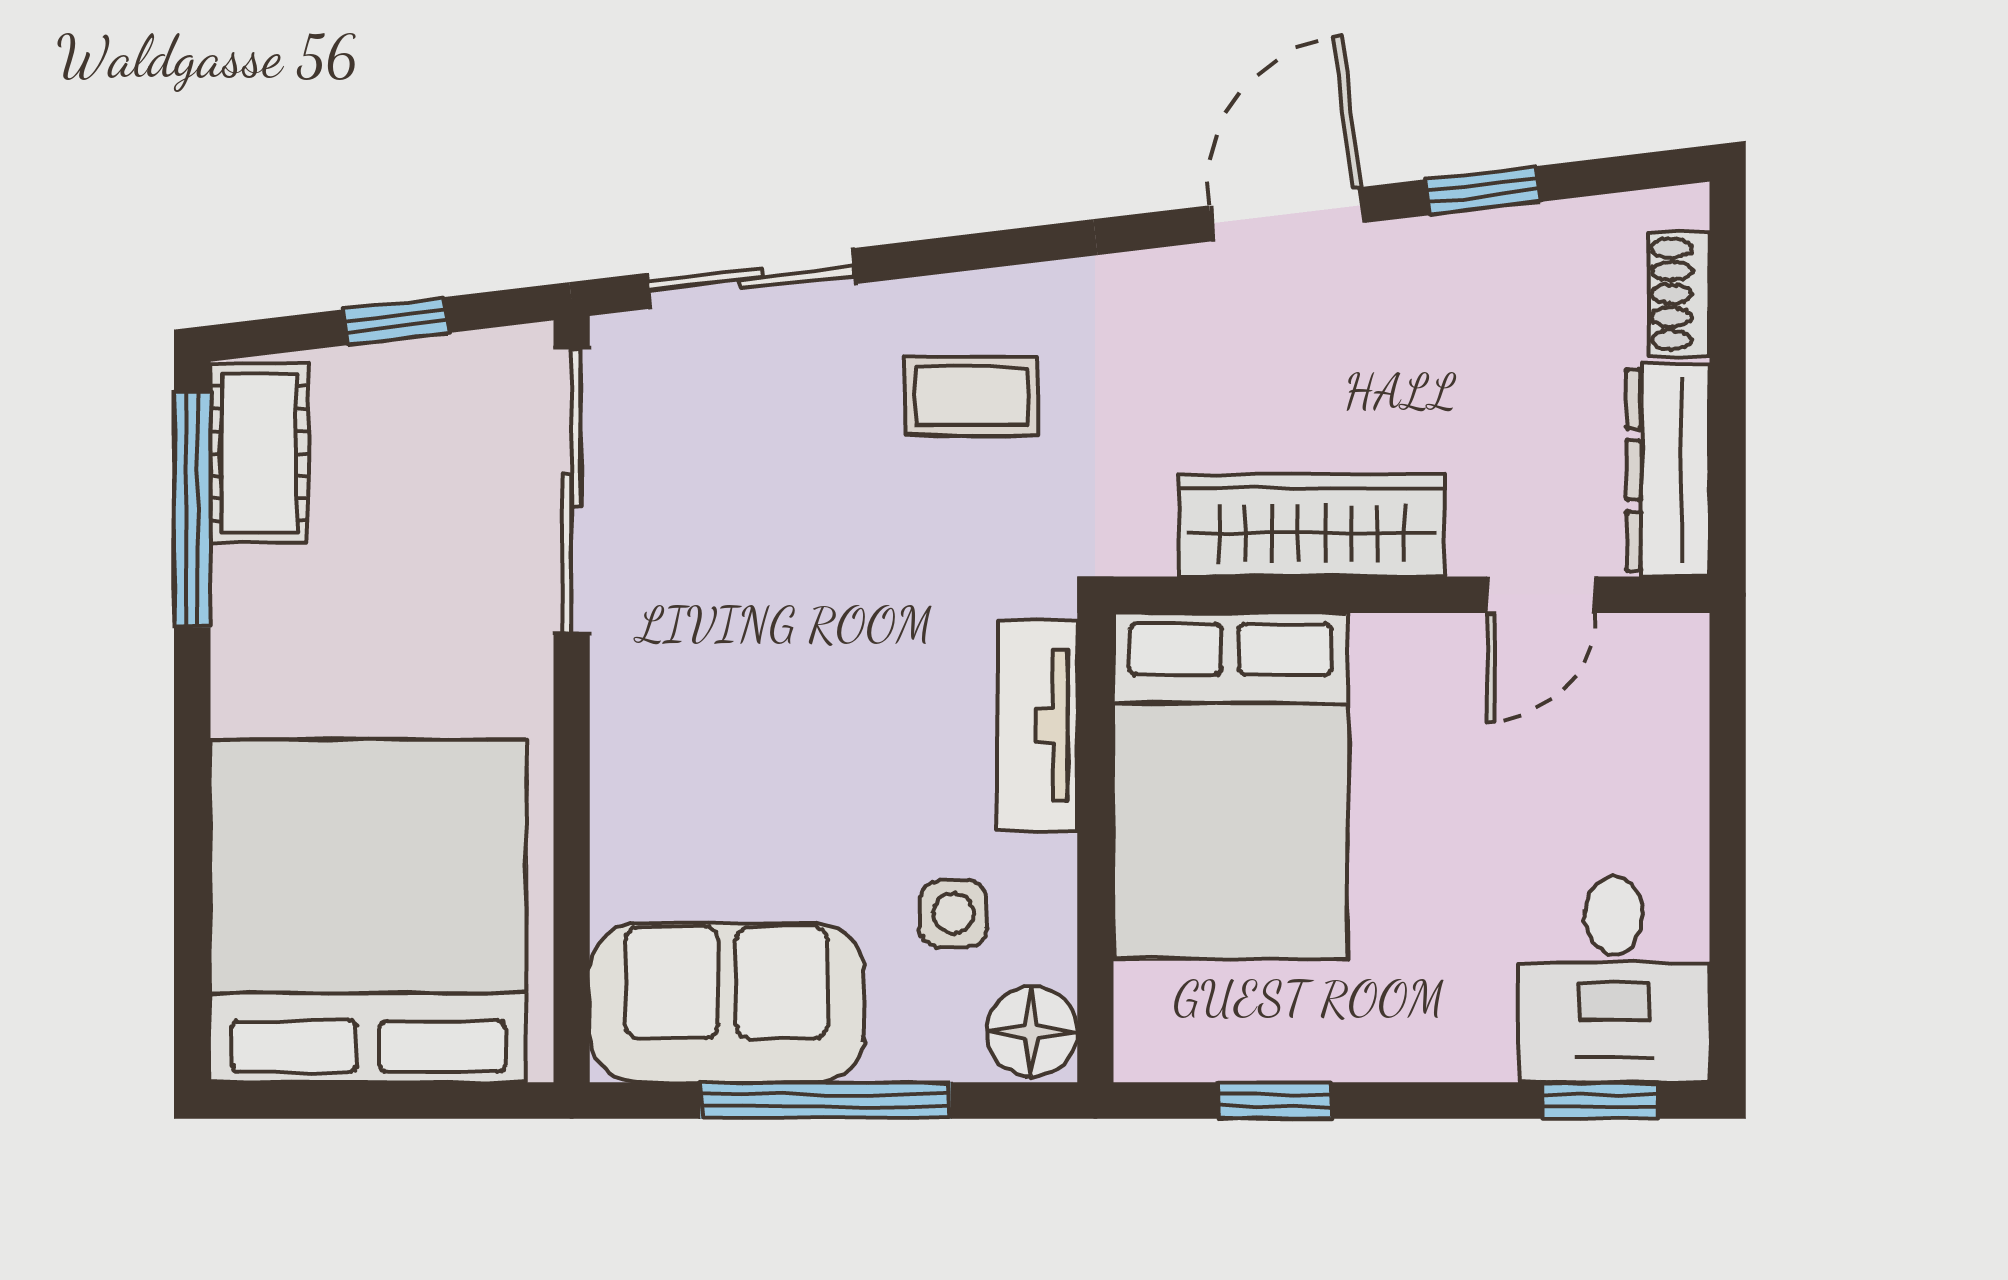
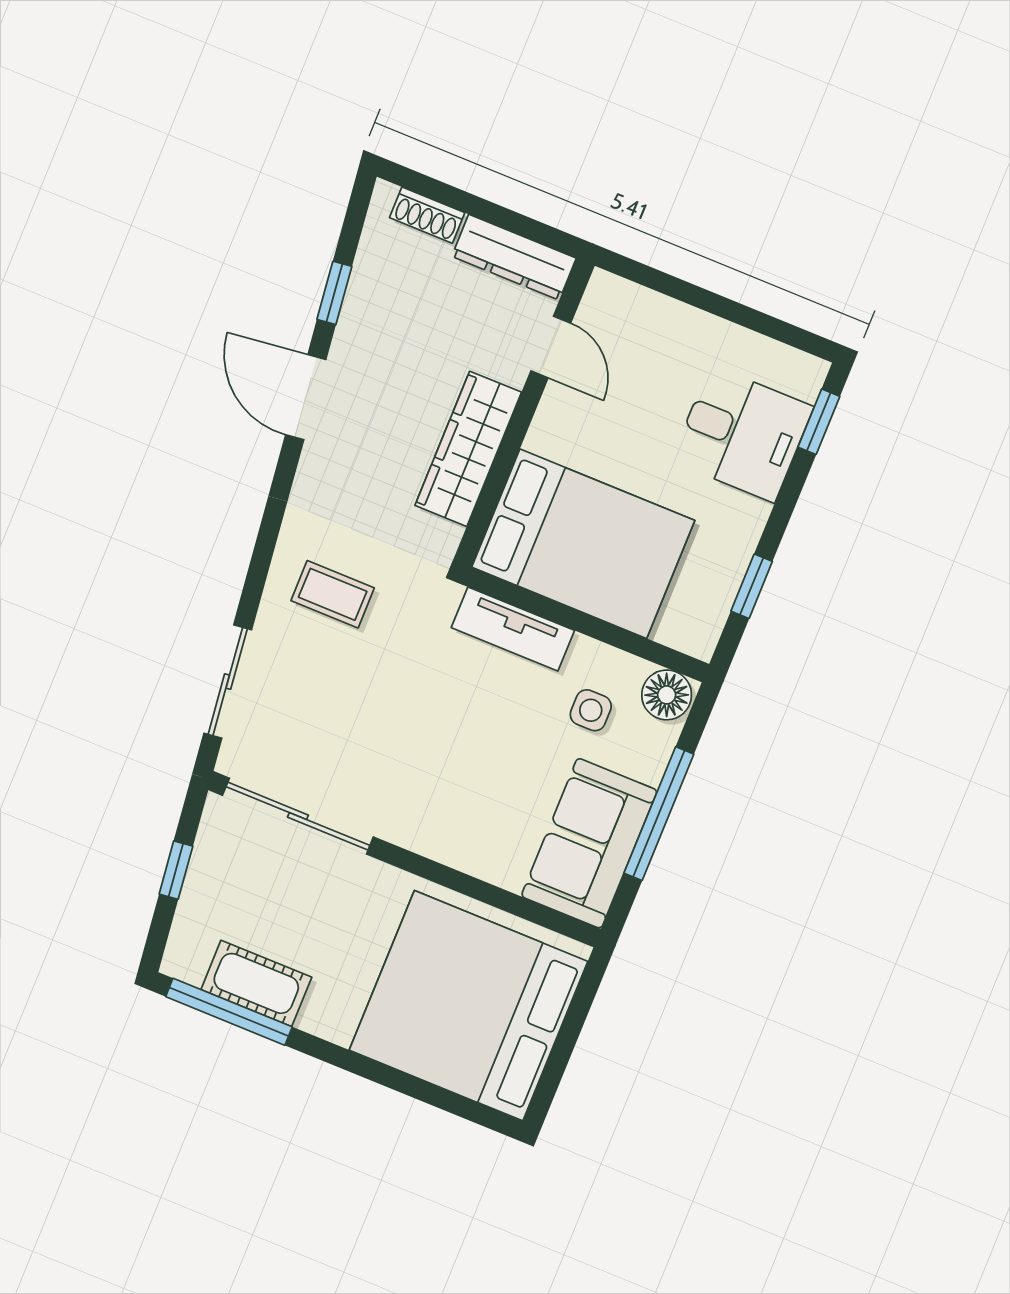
coffee table: (971, 396) -> (333, 594), turned 90
cot: (259, 454) -> (256, 983), moved
desk: (1614, 979) -> (742, 434), moved

